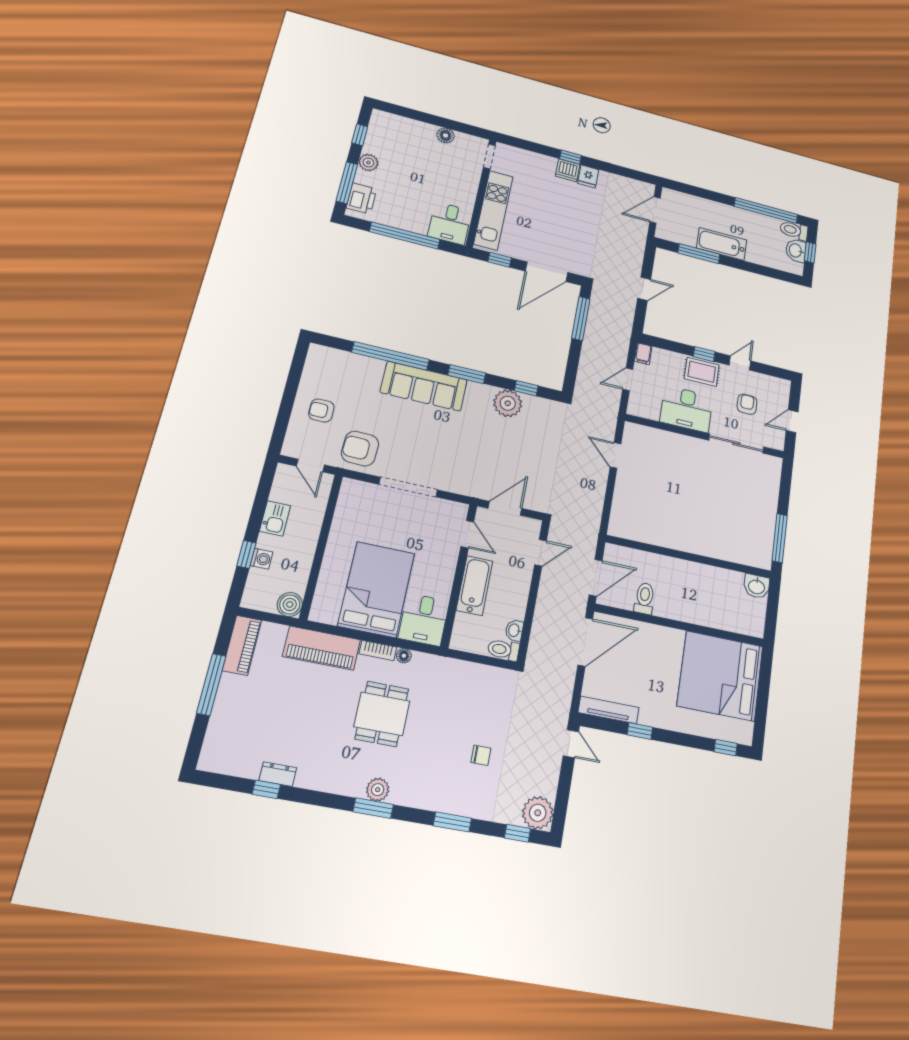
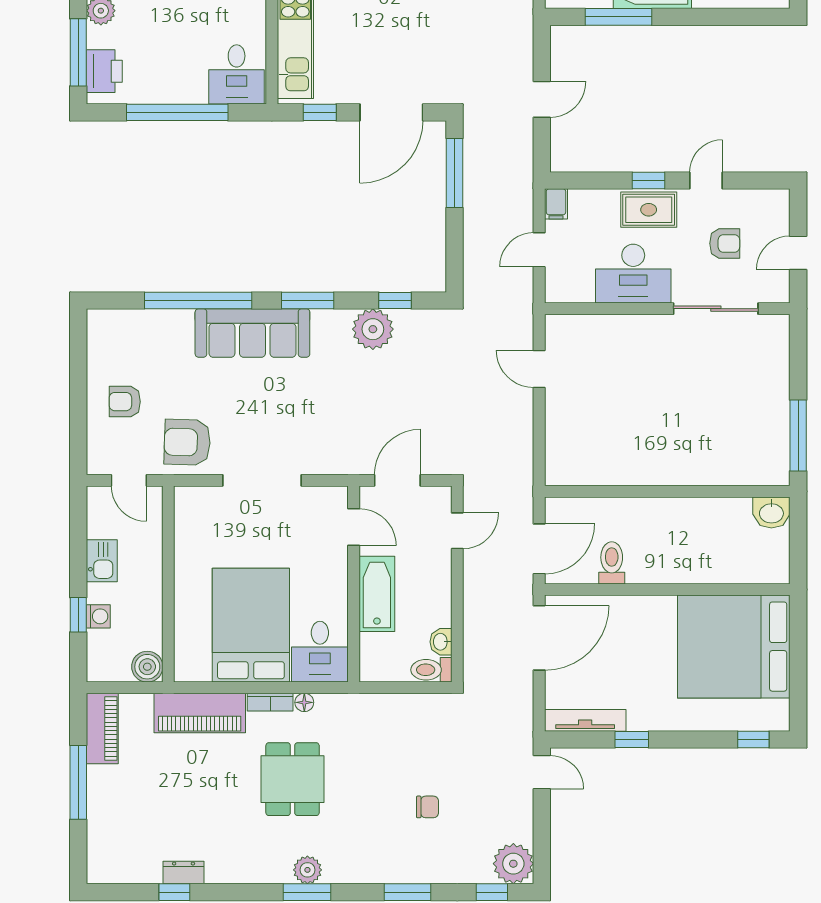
armchair: (747, 404) -> (725, 243), turned 90

